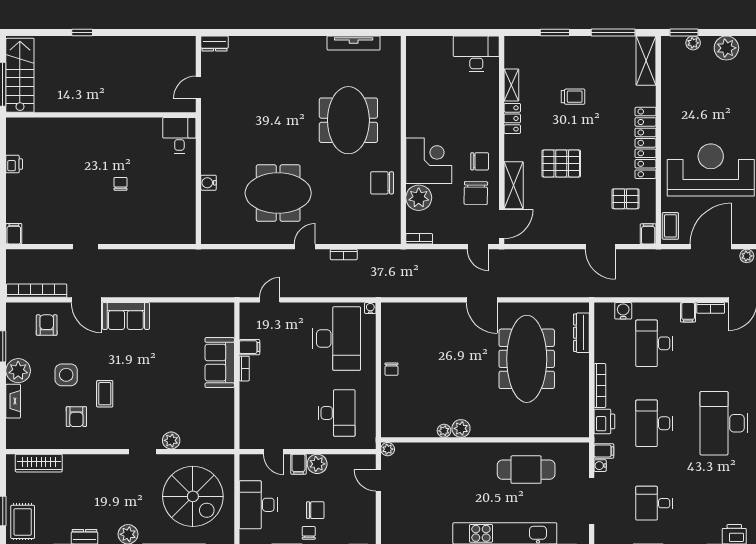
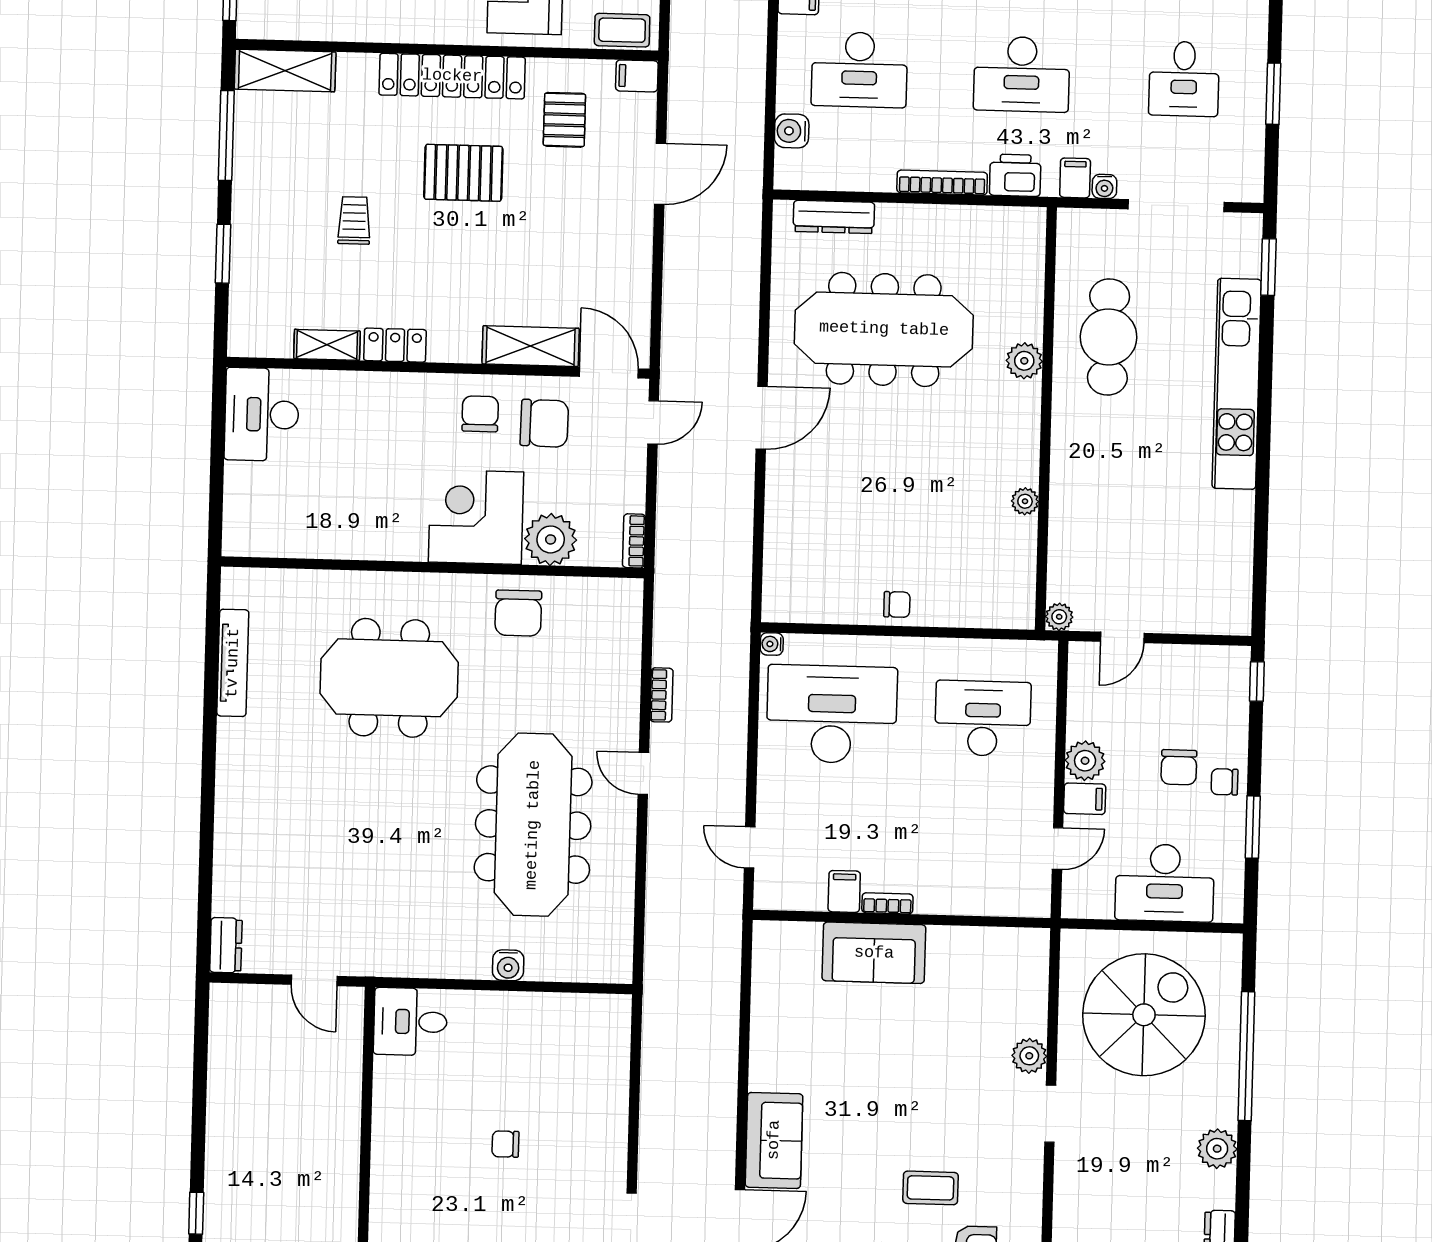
pallet: (561, 163) -> (463, 173), moved, turned 90
meeting table: (278, 193) -> (533, 825), width x1.36
plant: (461, 428) -> (1024, 361), moved
chair: (315, 510) -> (1179, 767), turned 180

